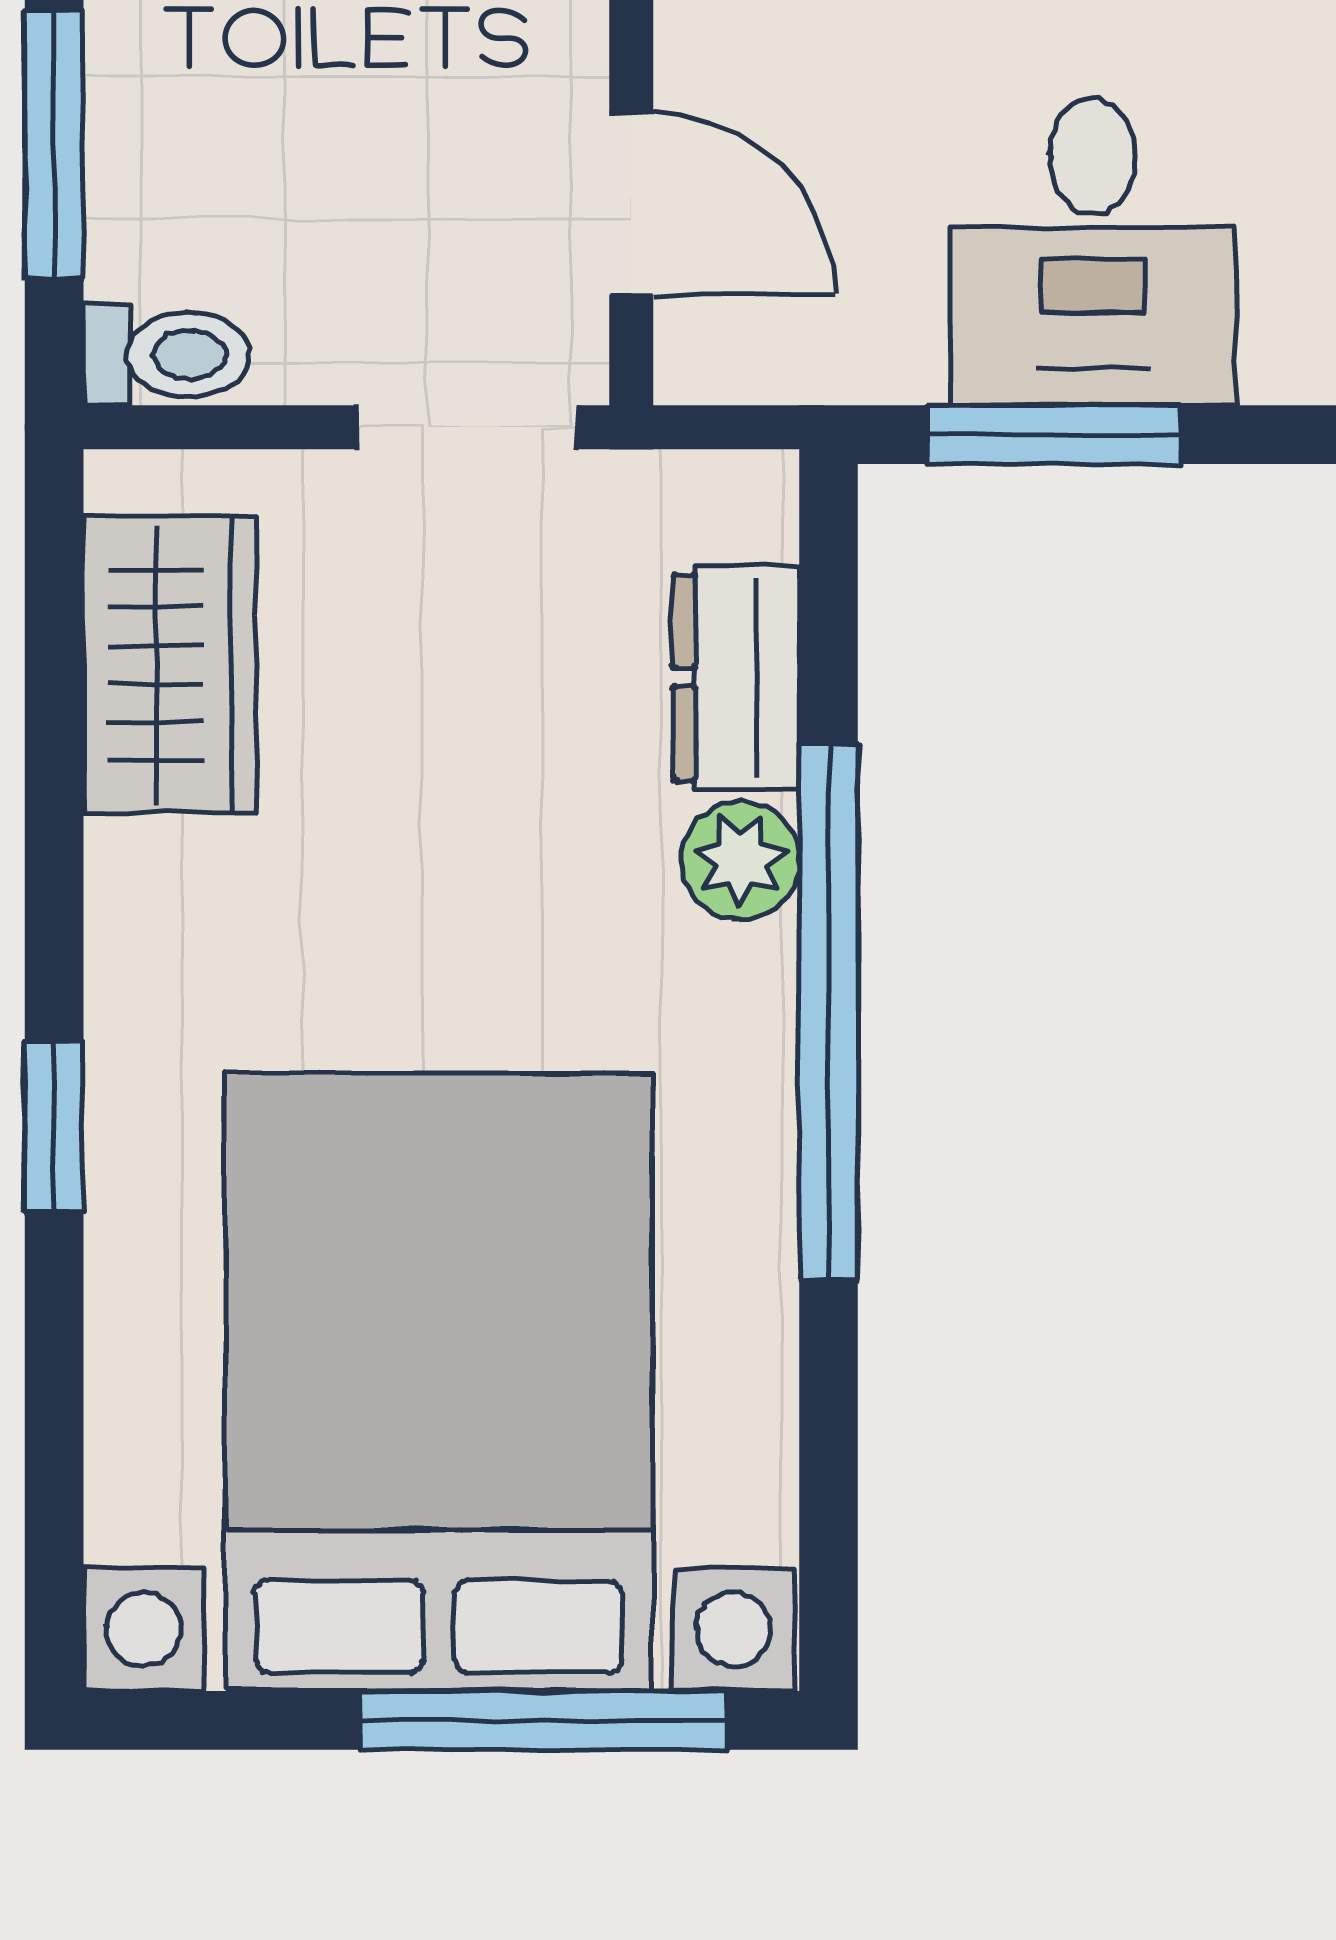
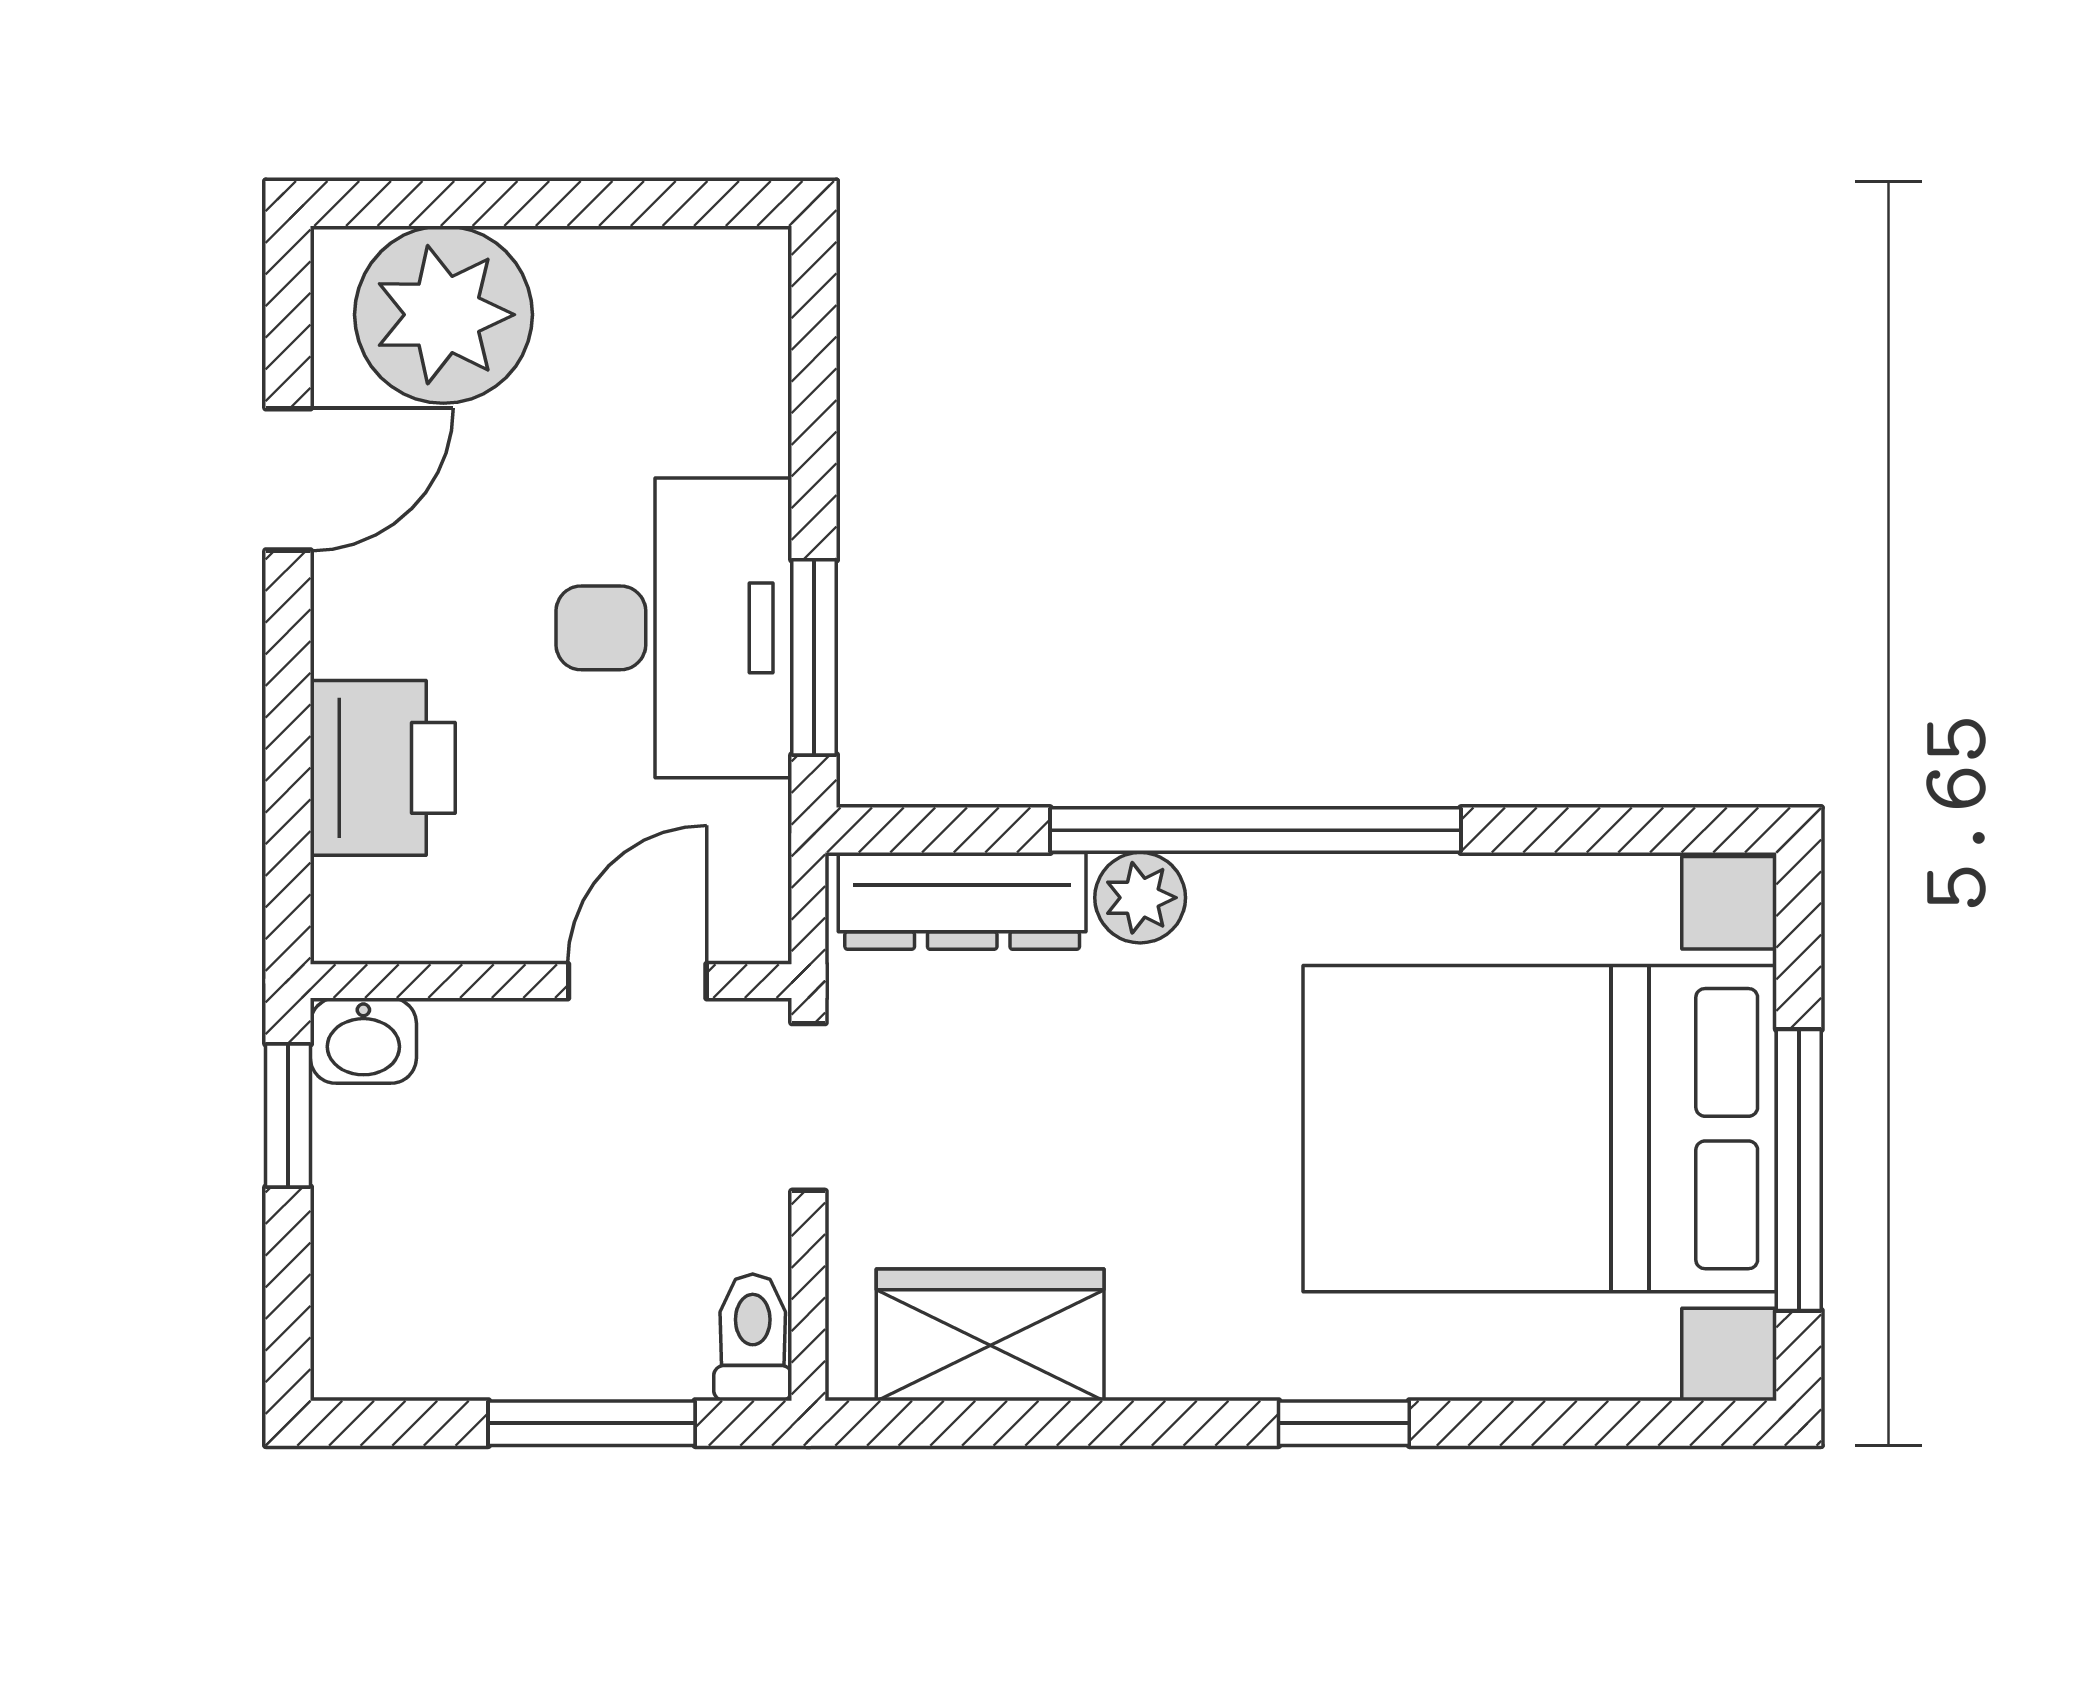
desk: (1093, 252) -> (674, 628), width x1.37
dresser: (736, 677) -> (962, 901), width x1.44
window: (544, 1720) -> (1799, 1170), moved

